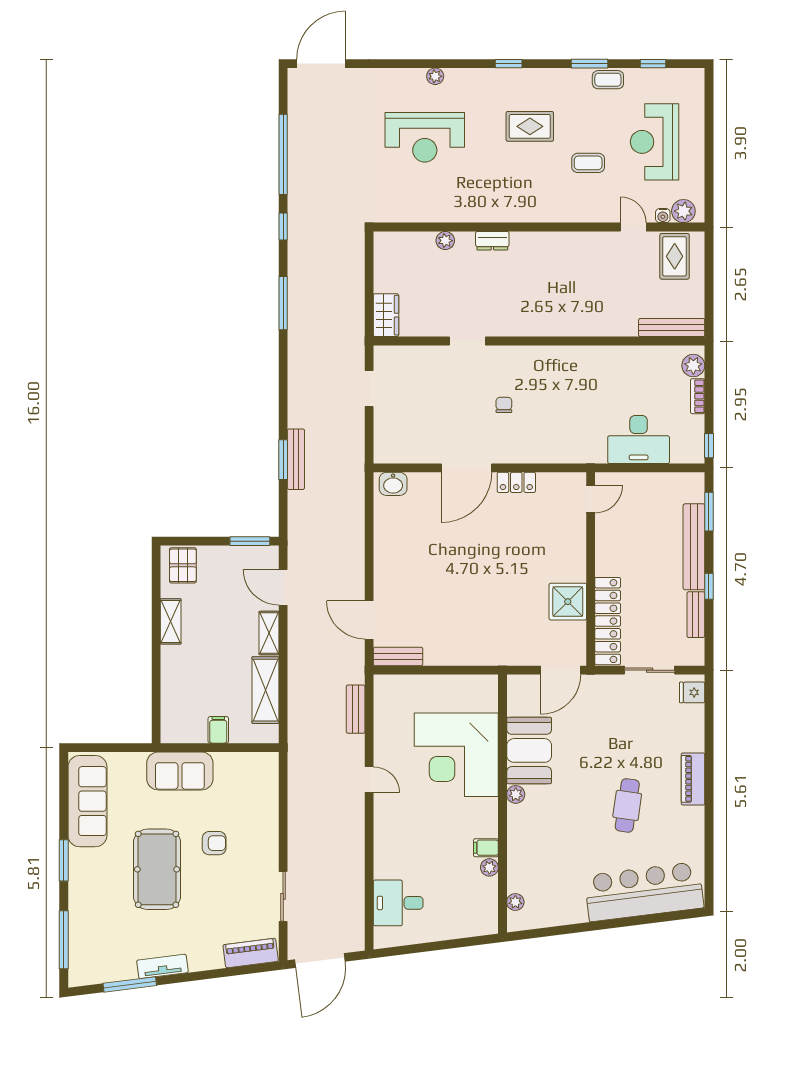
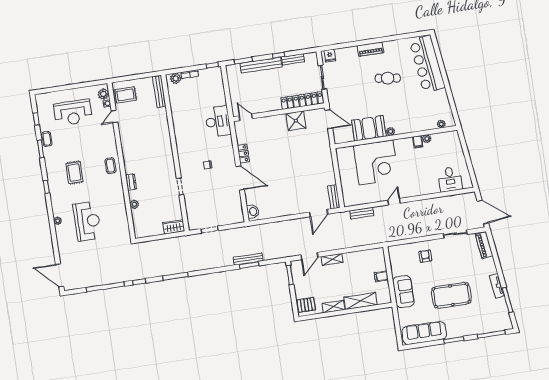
coffee table: (588, 163) -> (110, 166), moved
desk: (639, 440) -> (218, 121), moved
shelving: (265, 690) -> (361, 301), moved
armchair: (214, 843) -> (425, 256), moved

